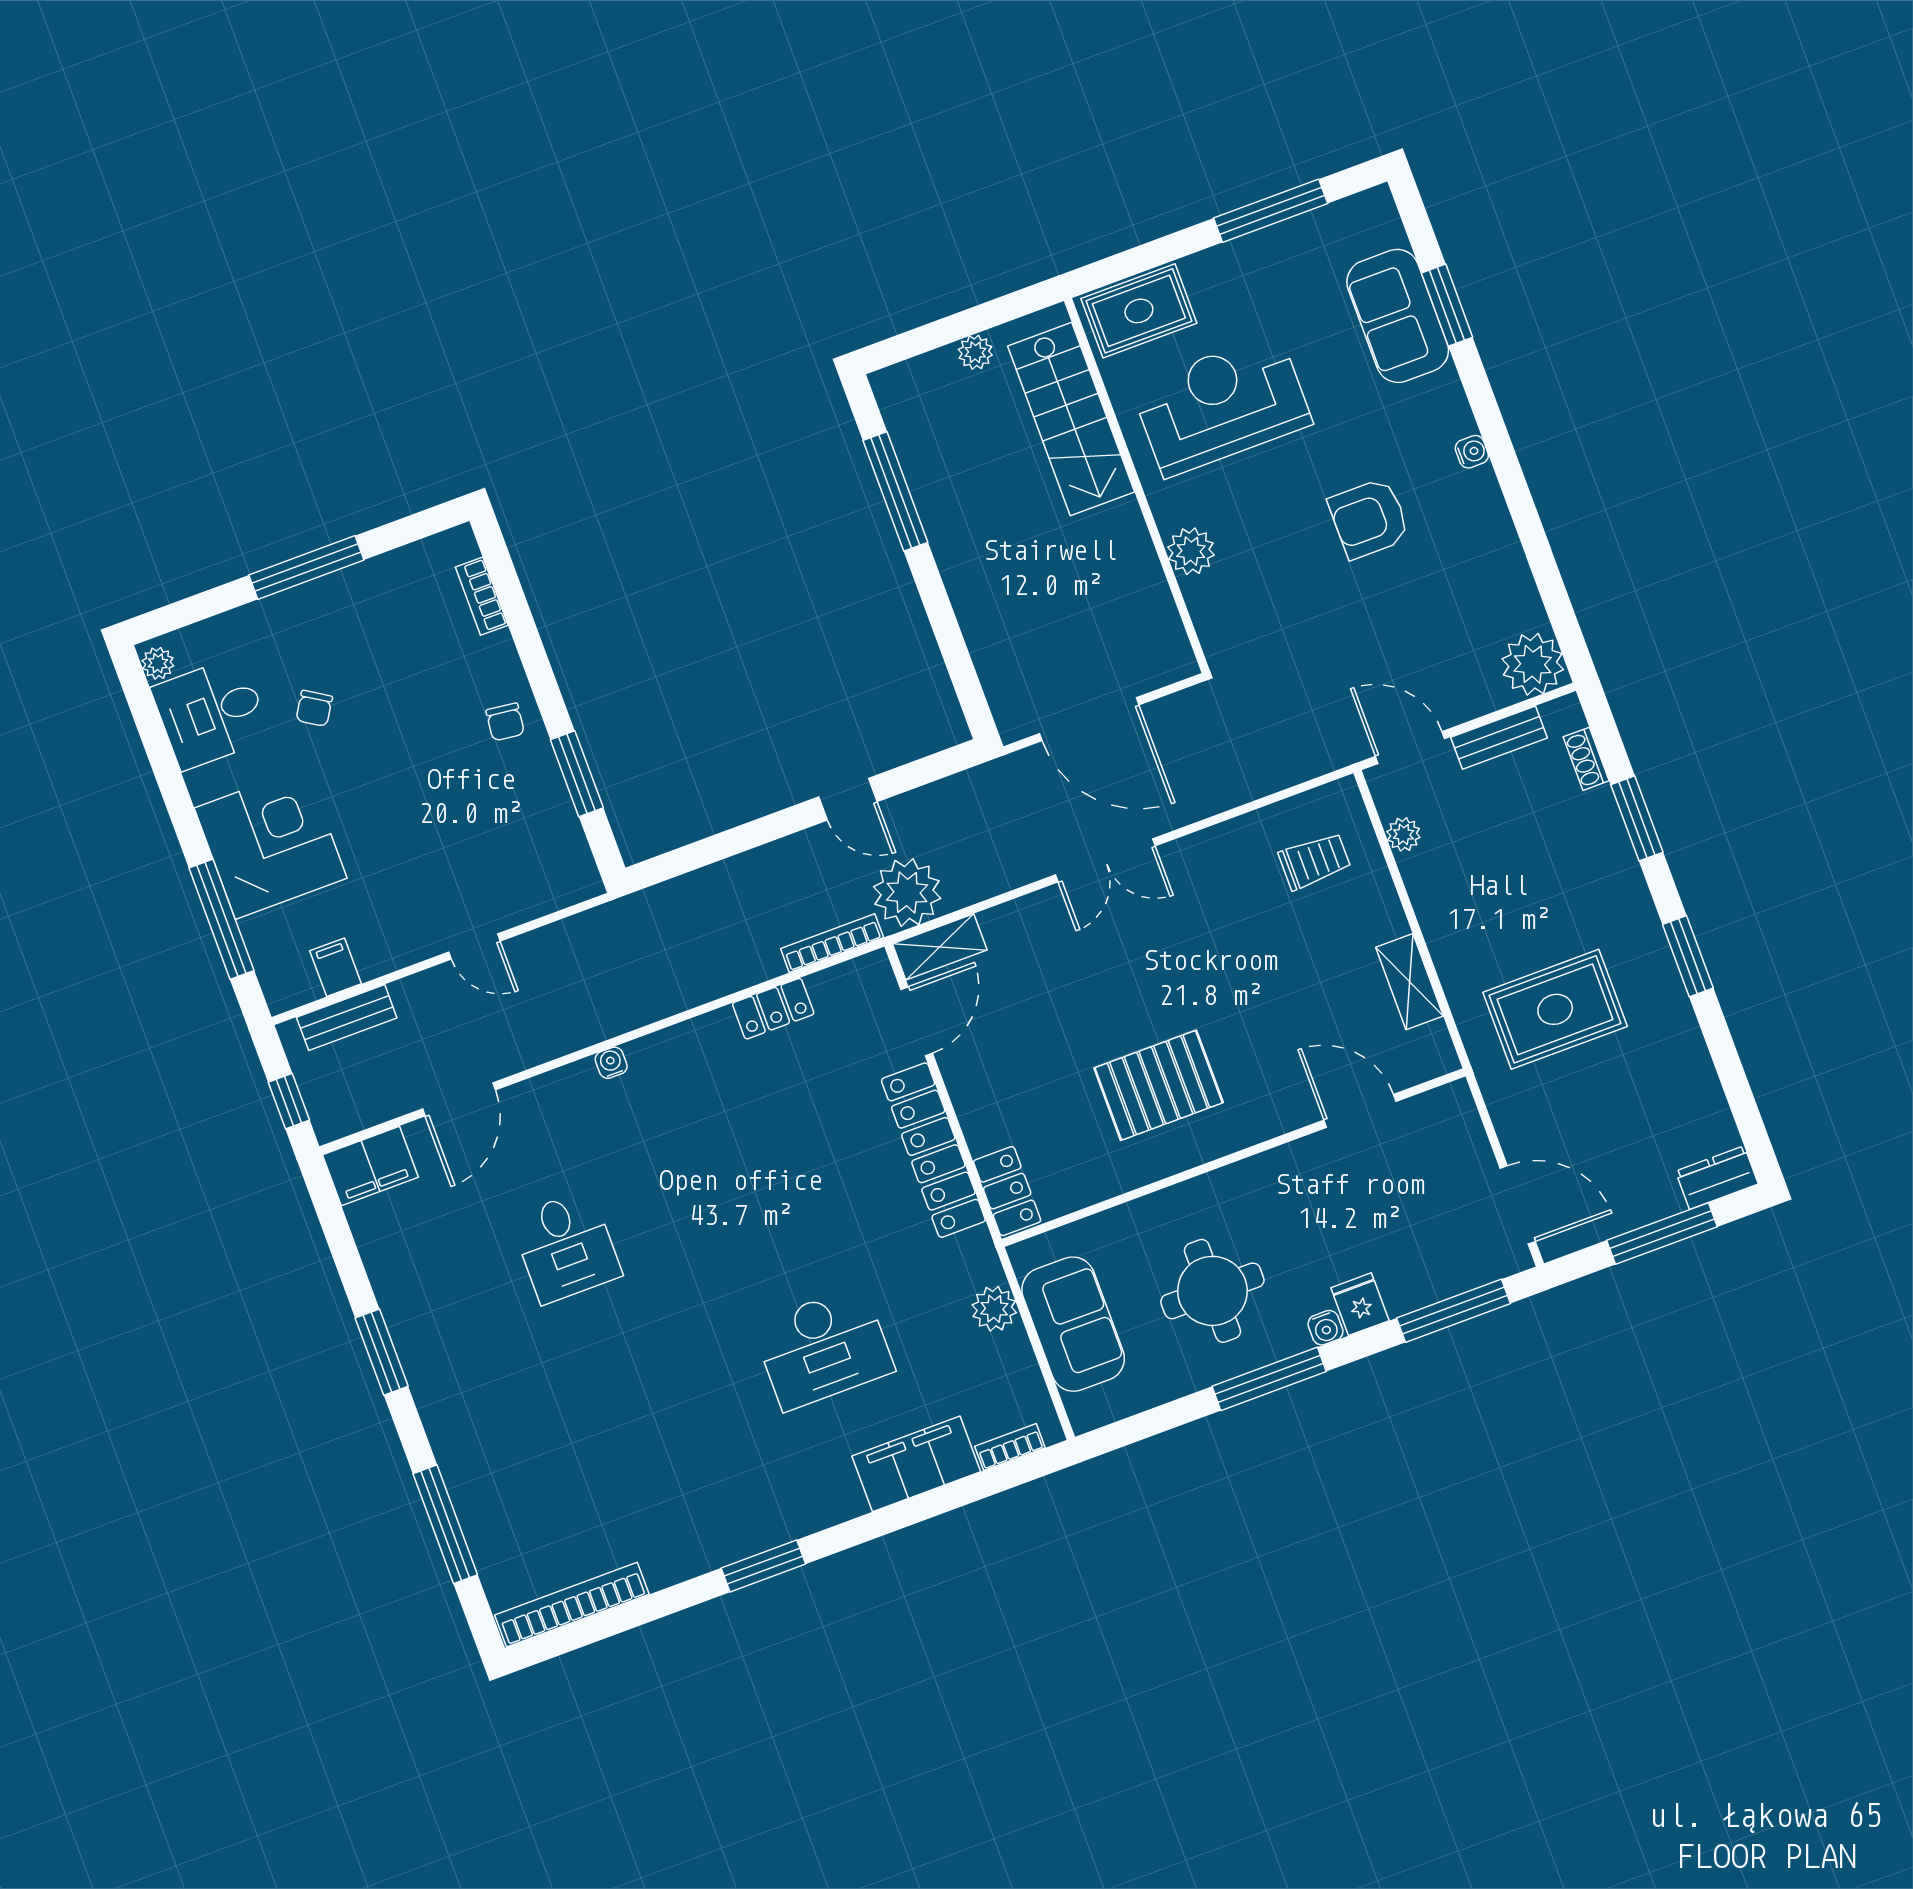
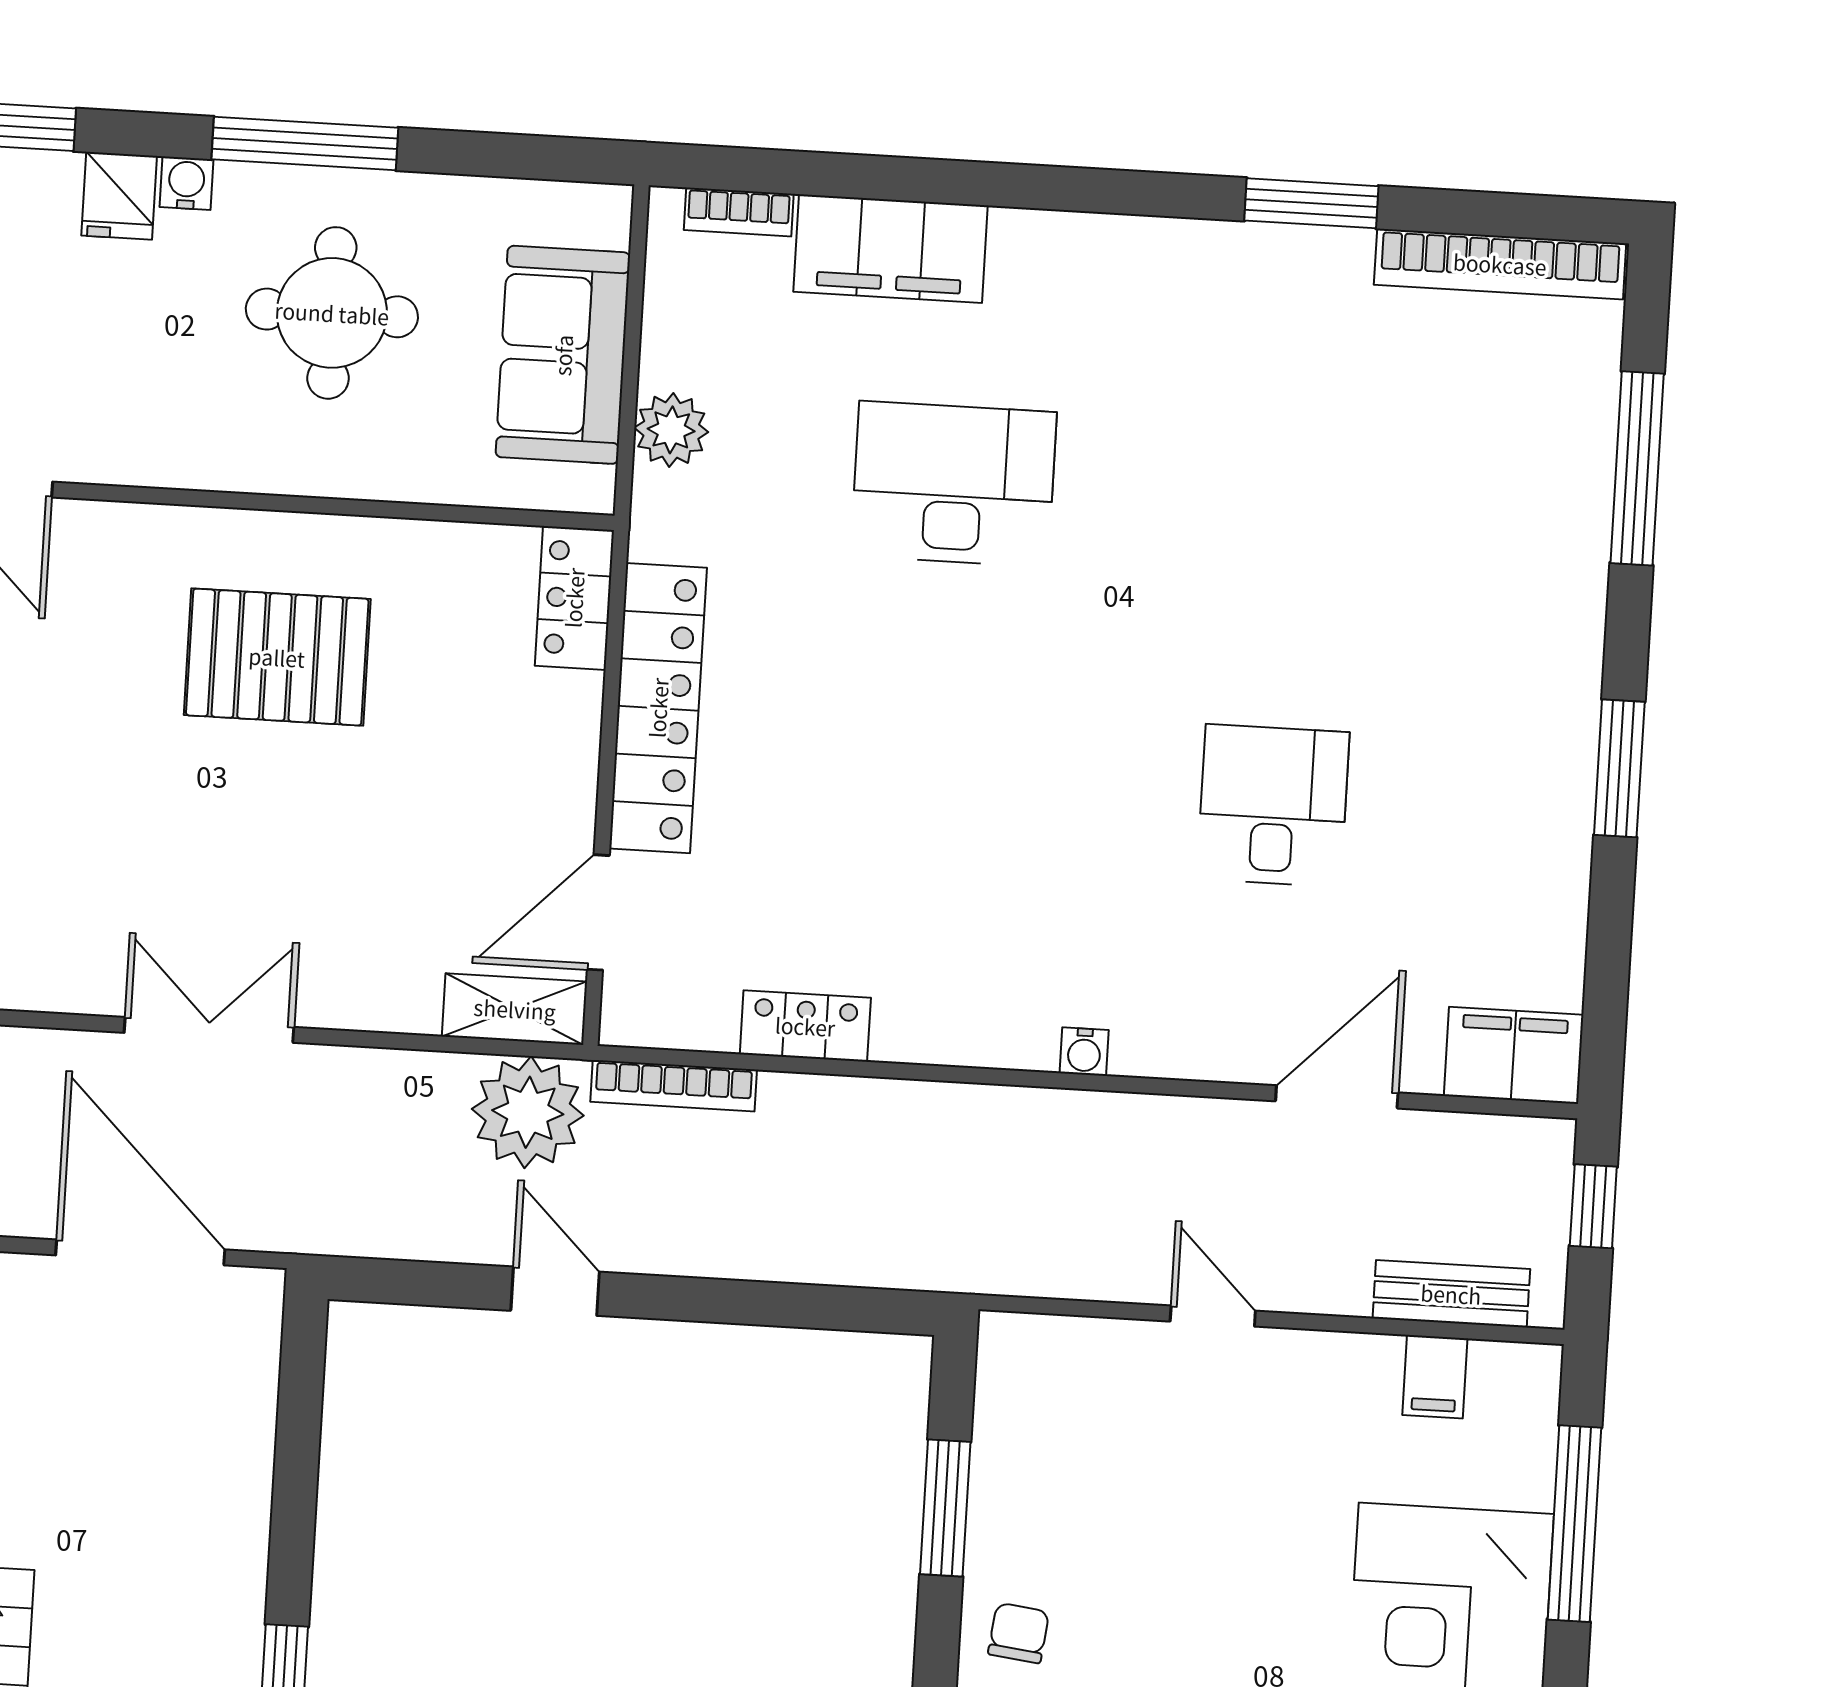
window: (763, 1566) -> (1311, 203), moved

